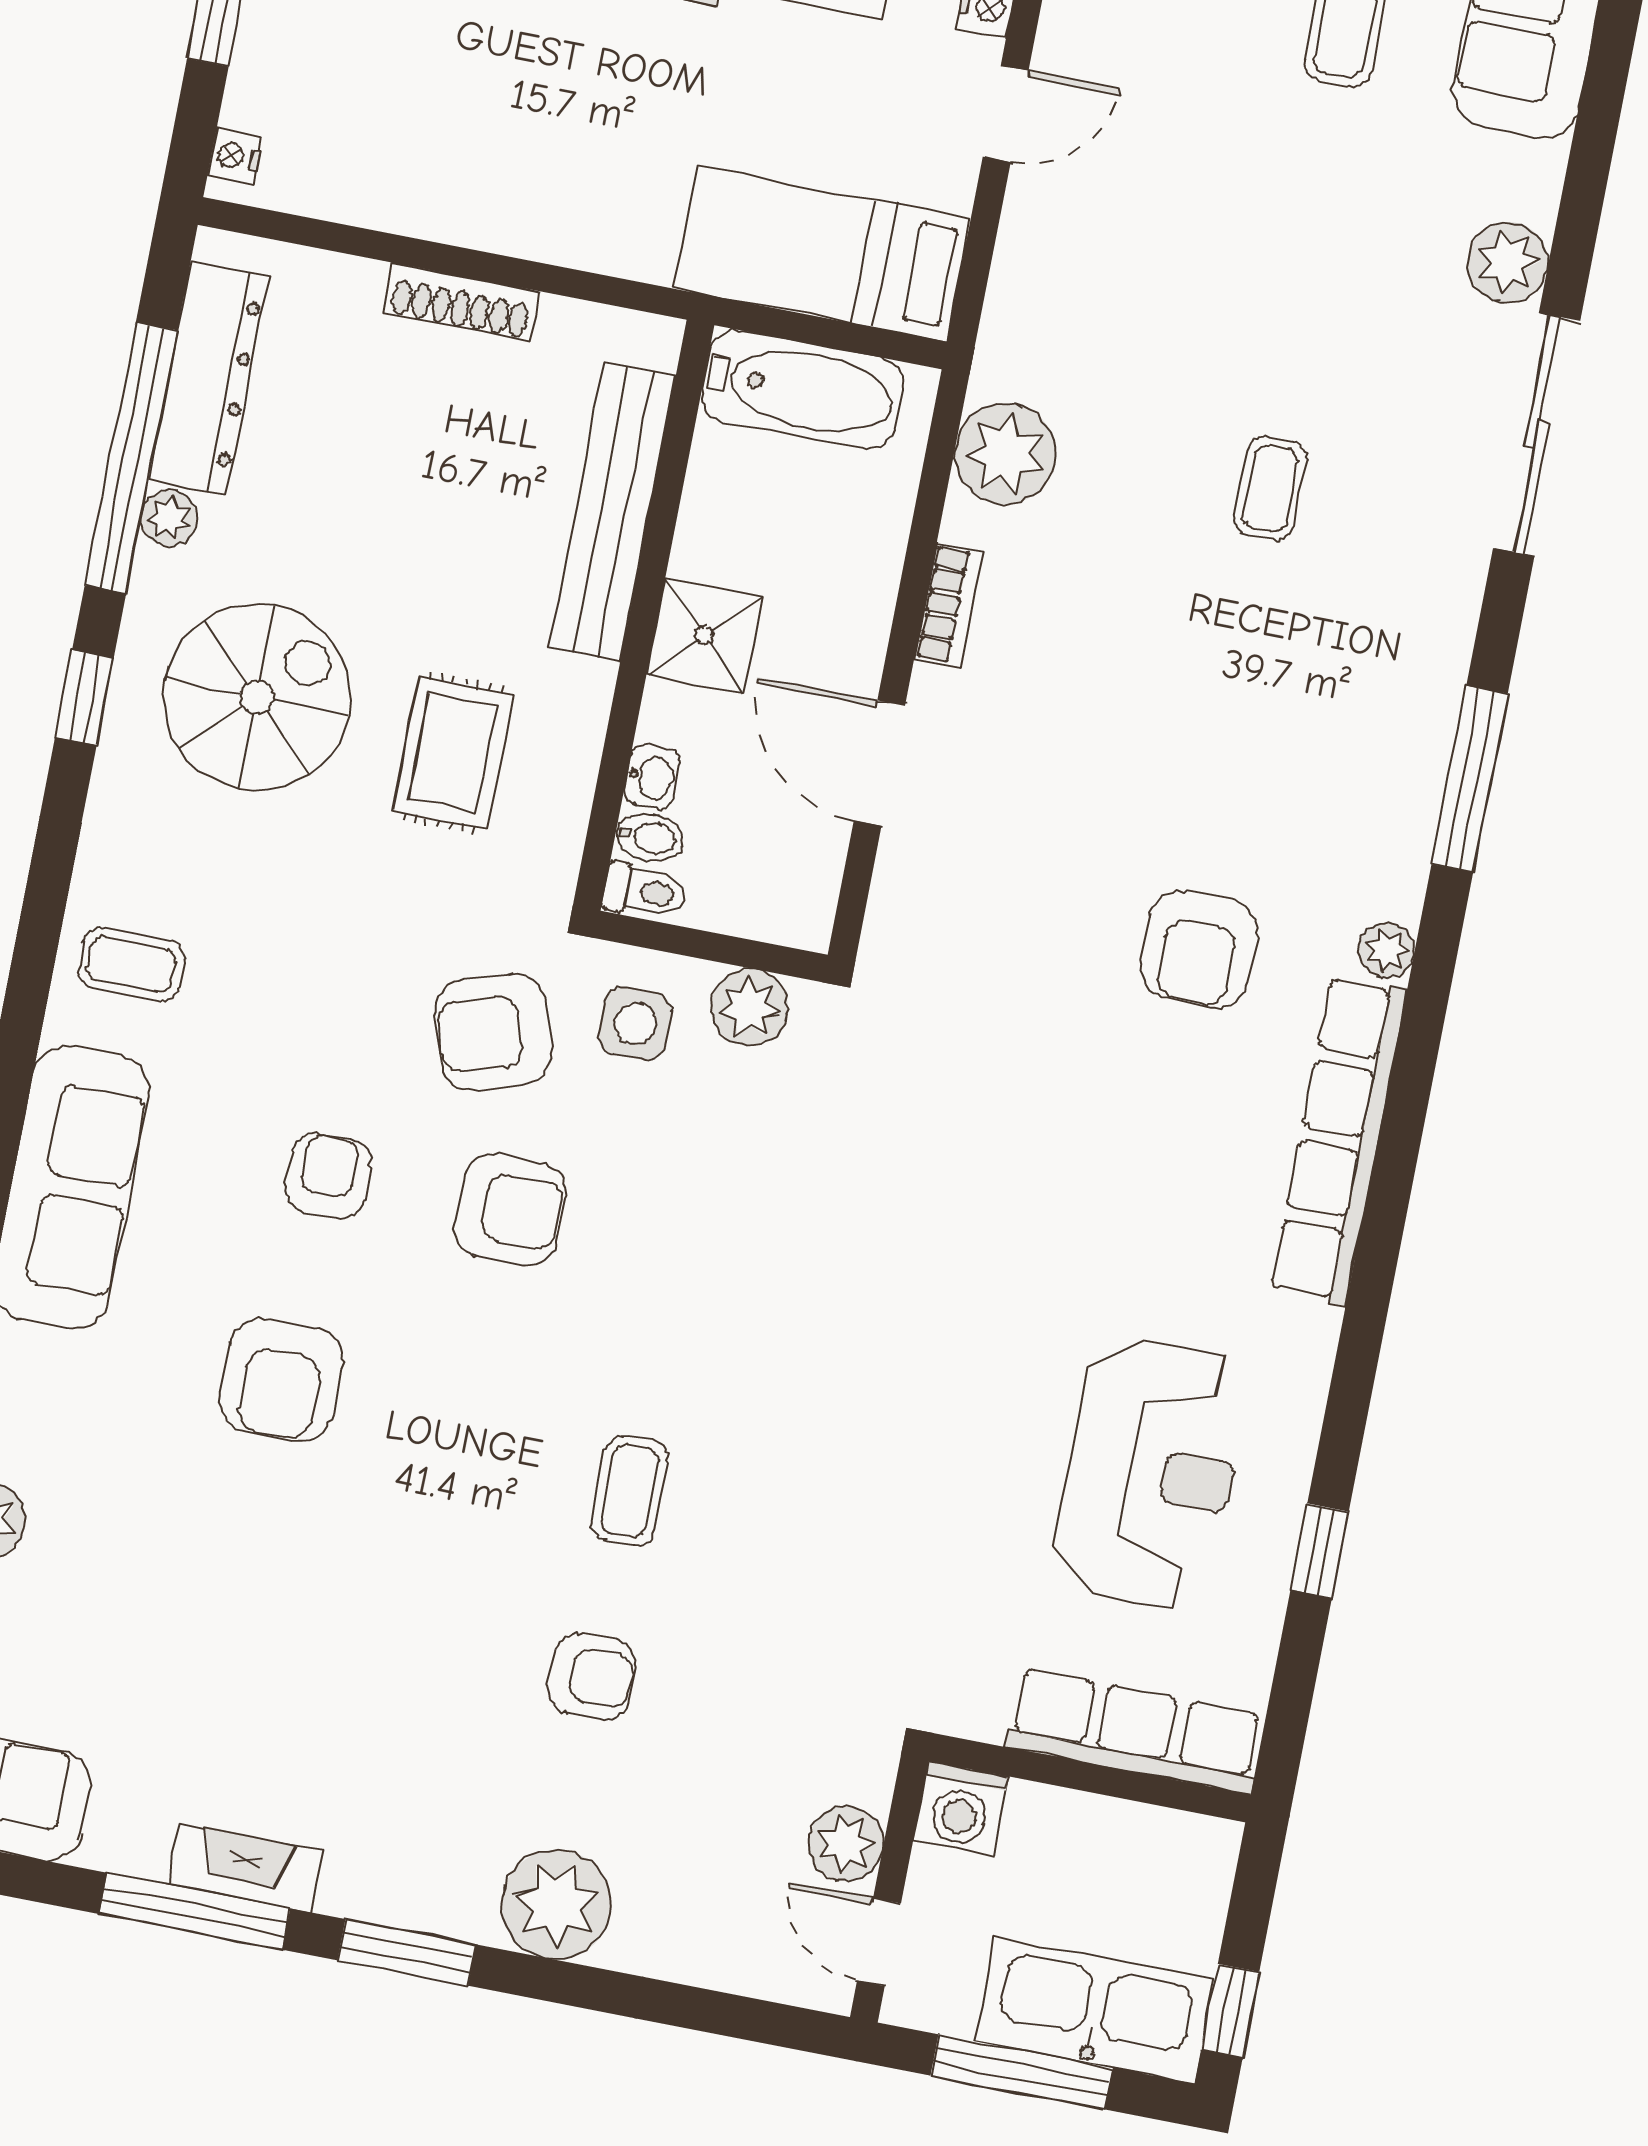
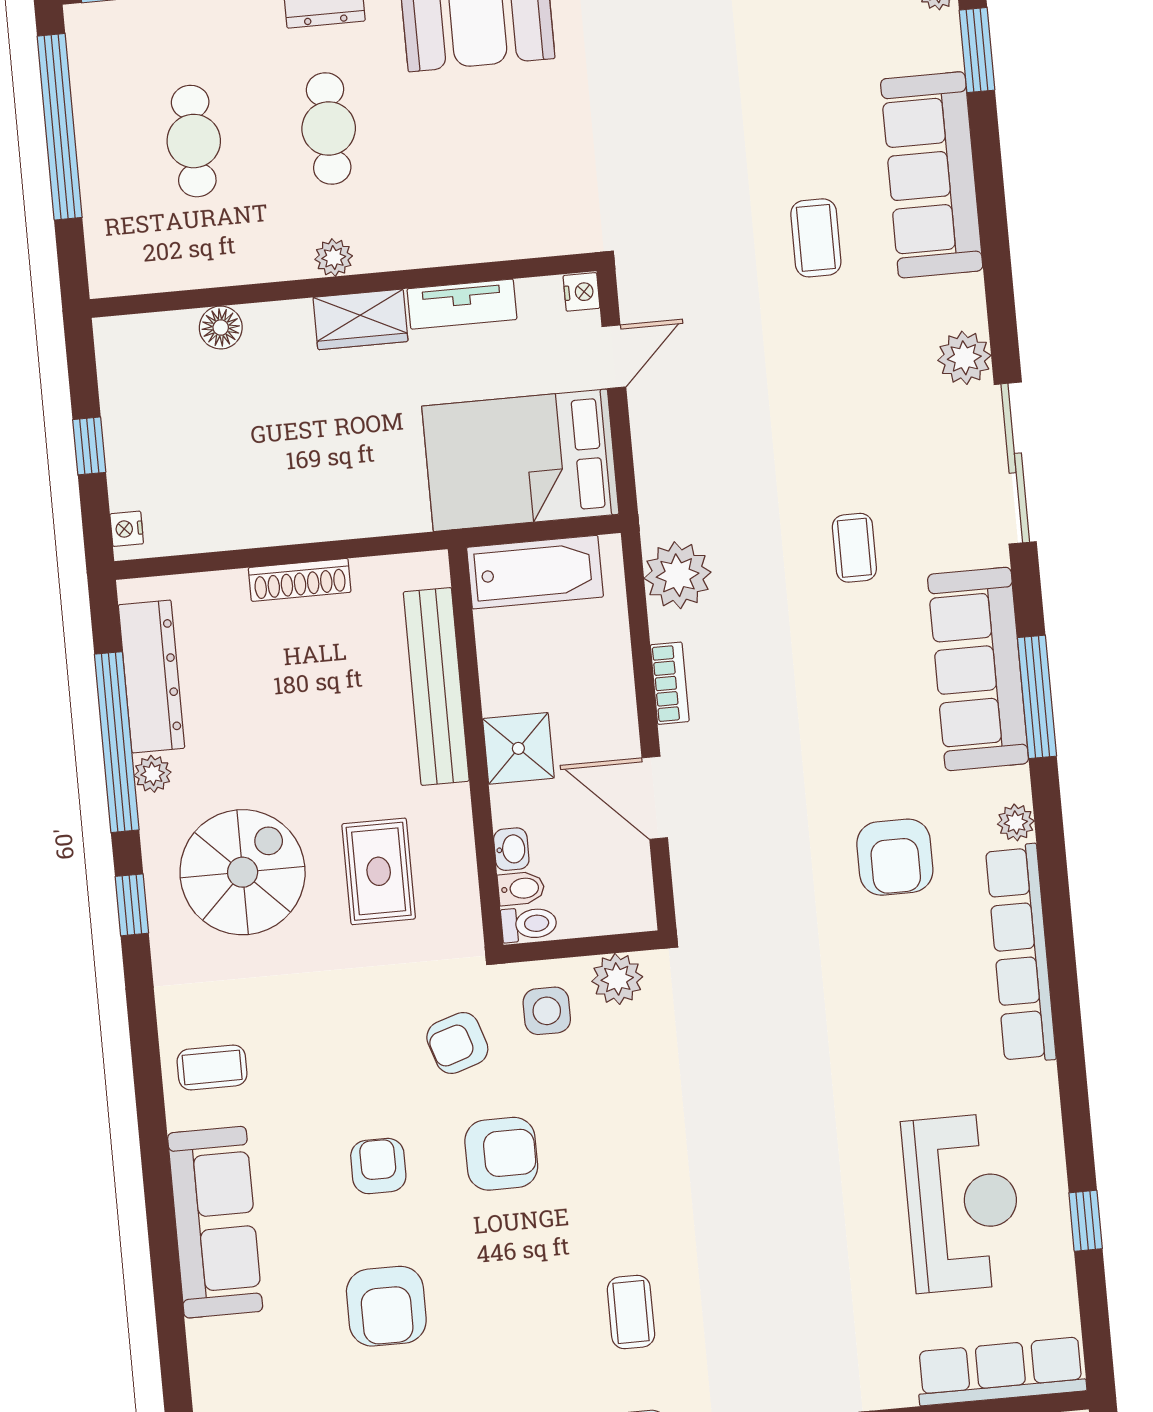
bed: (822, 254) -> (520, 460), width x1.50
sofa: (1397, 714) -> (978, 669), added
armchair: (493, 1032) -> (457, 1043), width x0.72, depth x0.72

